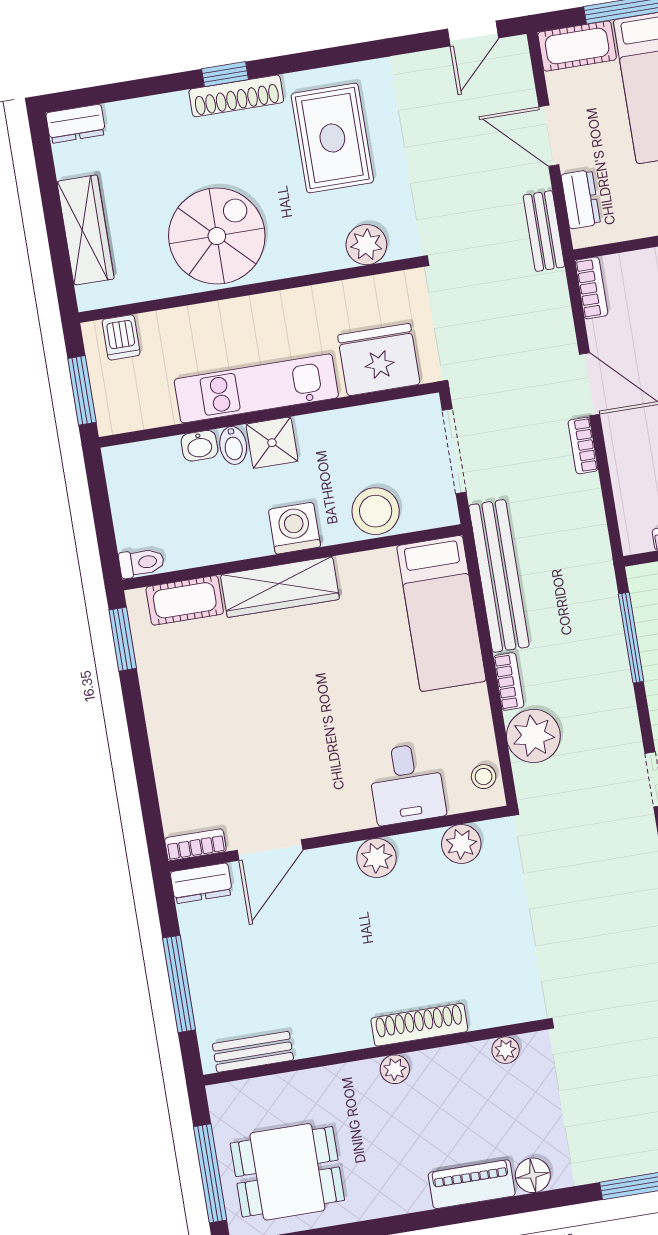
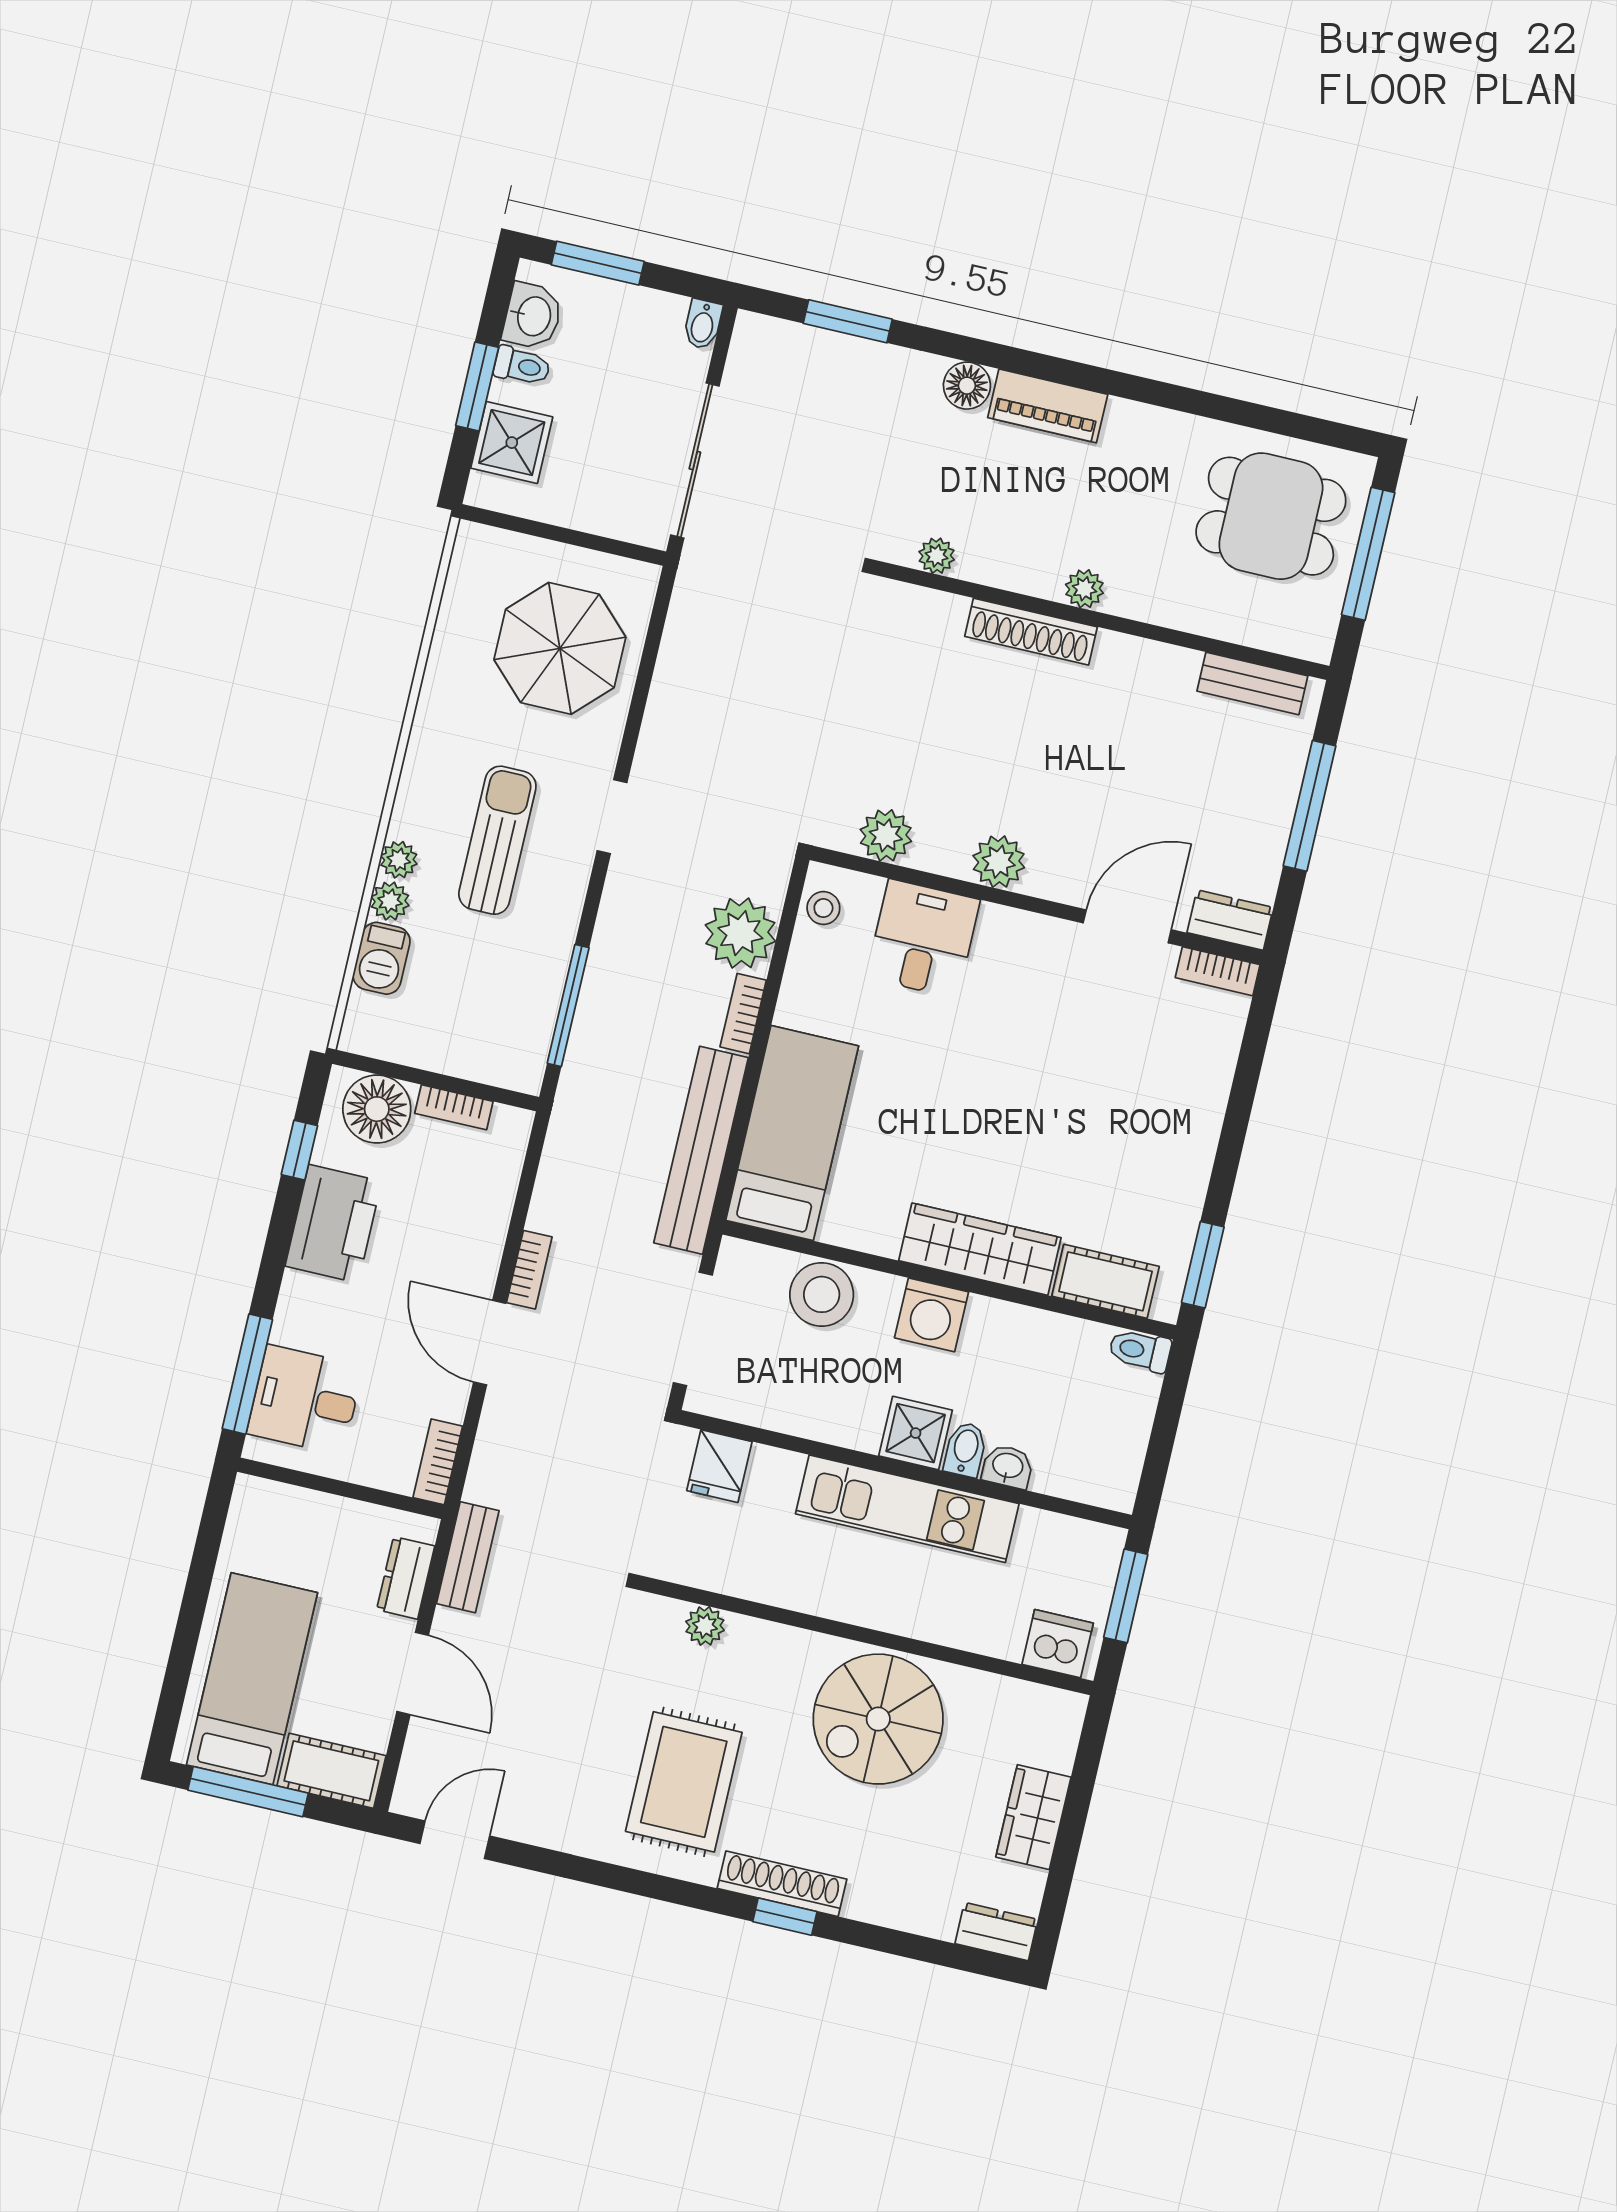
wardrobe: (86, 230) -> (1033, 1817), width x0.67
plant: (366, 245) -> (705, 1626), width x0.73, depth x0.73
dishwasher: (121, 337) -> (1058, 1644), width x1.38
fridge: (379, 360) -> (719, 1466), width x0.53, depth x0.75

